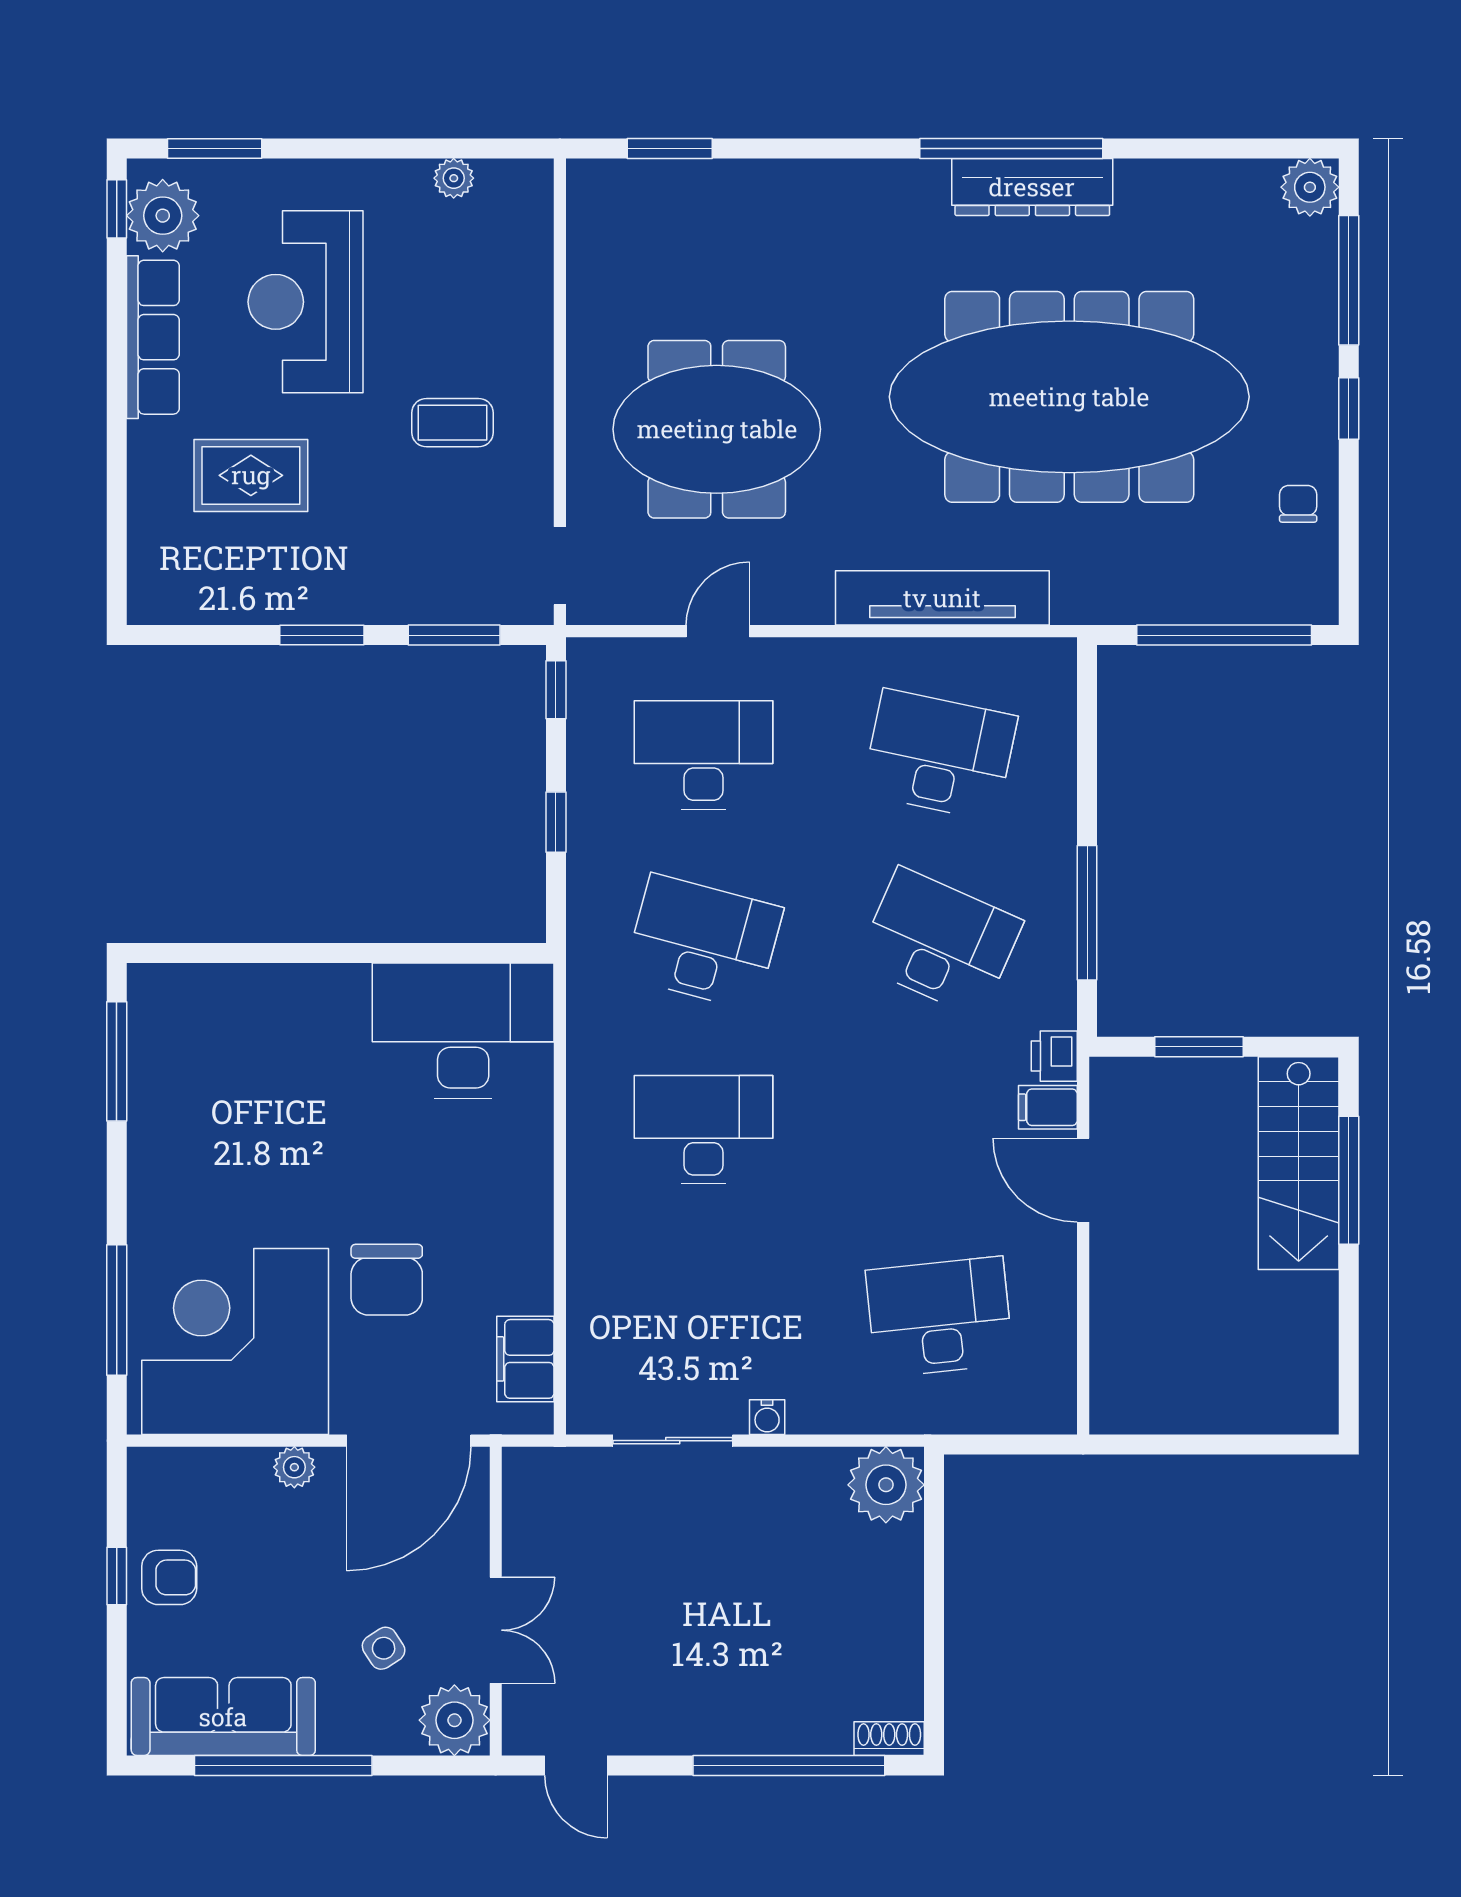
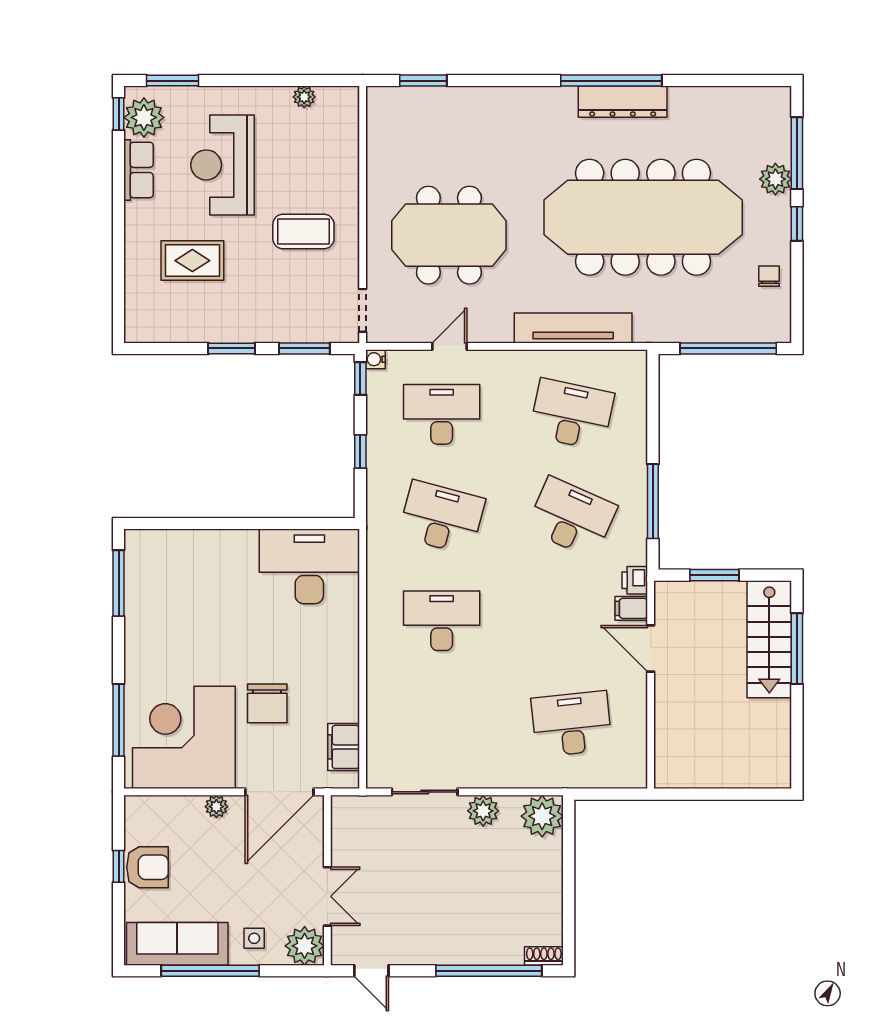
plant: (1310, 187) -> (775, 179), moved
row of seats: (153, 337) -> (138, 170), width x0.68
coffee table: (452, 423) -> (303, 231), width x1.36, depth x1.30
water cooler: (767, 1417) -> (376, 359), moved, turned 90
plant: (779, 1475) -> (483, 811), added
armchair: (169, 1577) -> (147, 867), width x1.38, depth x1.38
side table: (384, 1648) -> (254, 938), moved, turned 33

